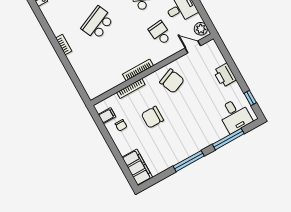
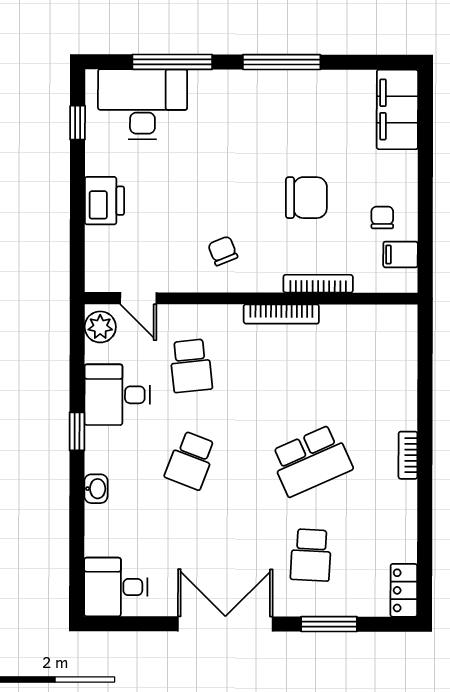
chair: (172, 81) -> (223, 251), width x0.54, depth x0.54
desk: (235, 115) -> (142, 104), width x1.37

